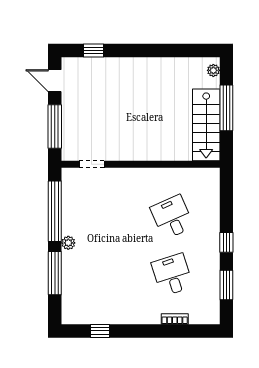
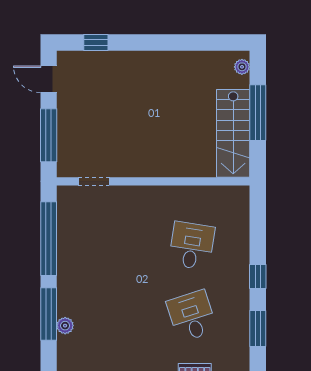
desk: (172, 217) -> (192, 246), turned 33
plant: (68, 243) -> (65, 326), moved

